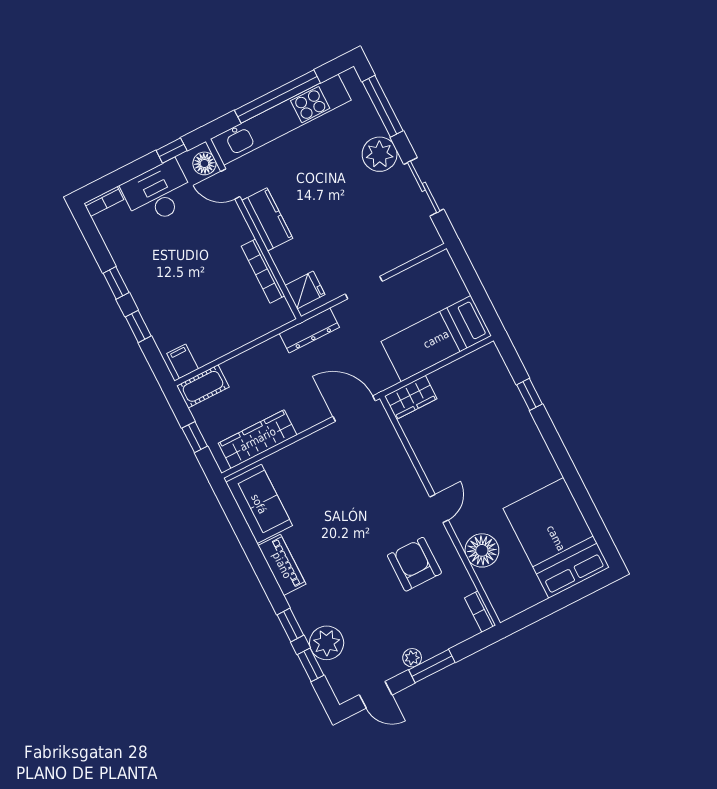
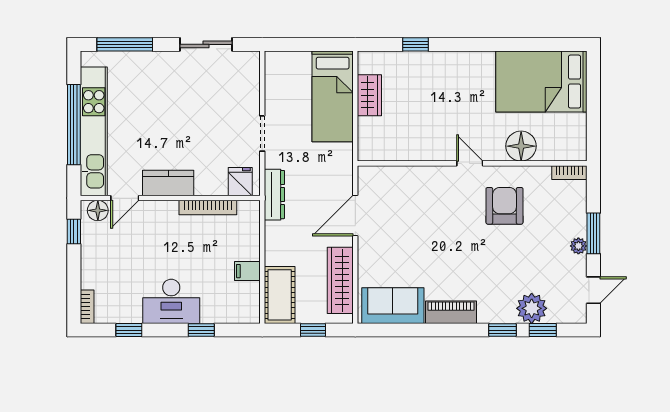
plant: (380, 154) -> (162, 66), removed
desk: (158, 193) -> (171, 301), moved, turned -90
window: (116, 283) -> (129, 330), moved
filing cabinet: (183, 361) -> (247, 271), moved
cot: (203, 386) -> (280, 295), width x1.37, depth x1.34
wardrobe: (411, 397) -> (369, 95), moved
door: (354, 409) -> (355, 216), moved
armchair: (414, 564) -> (504, 206), turned 90

